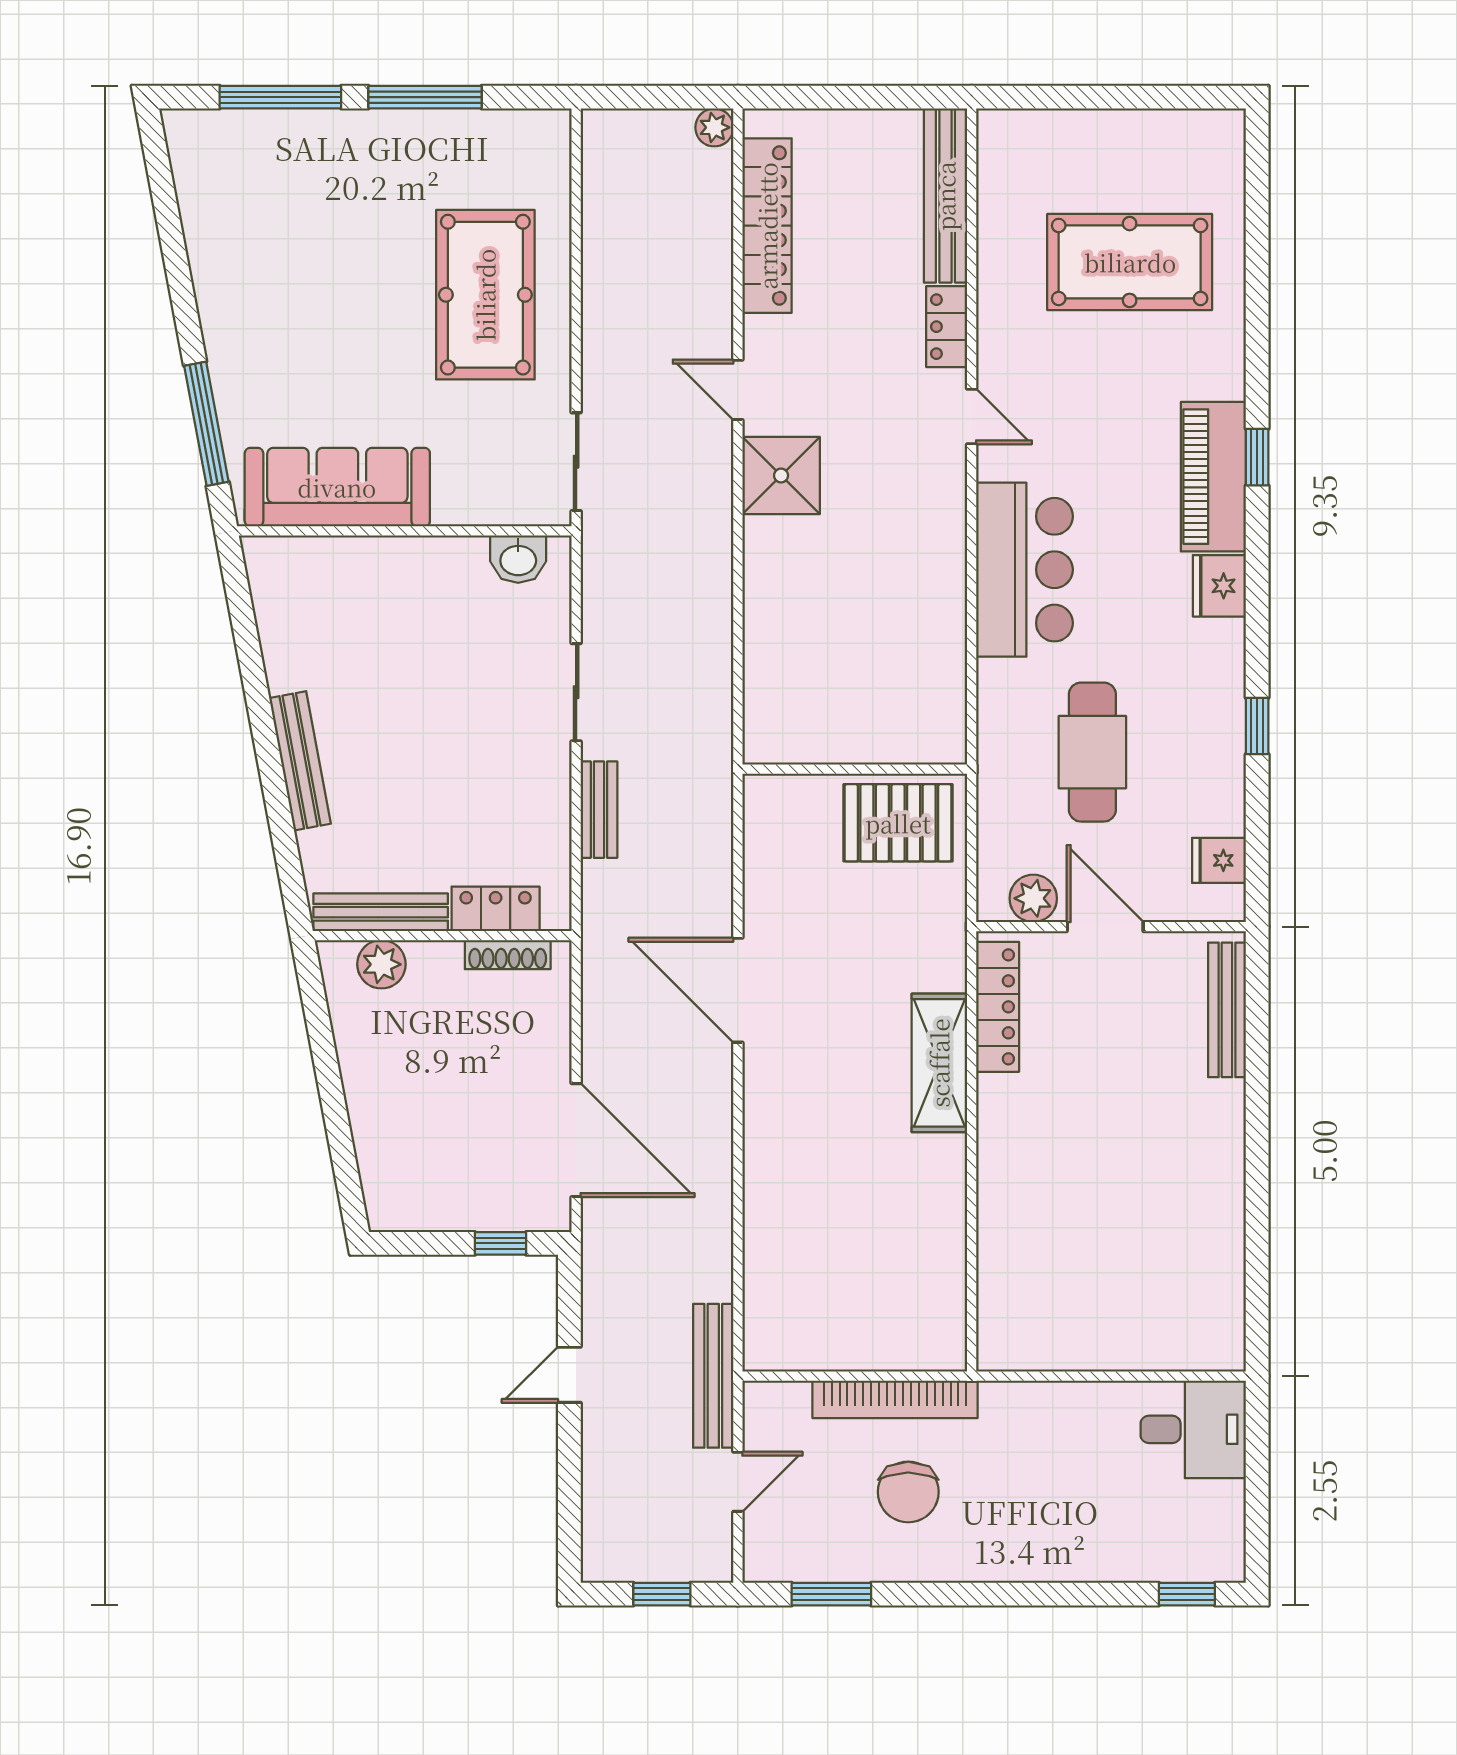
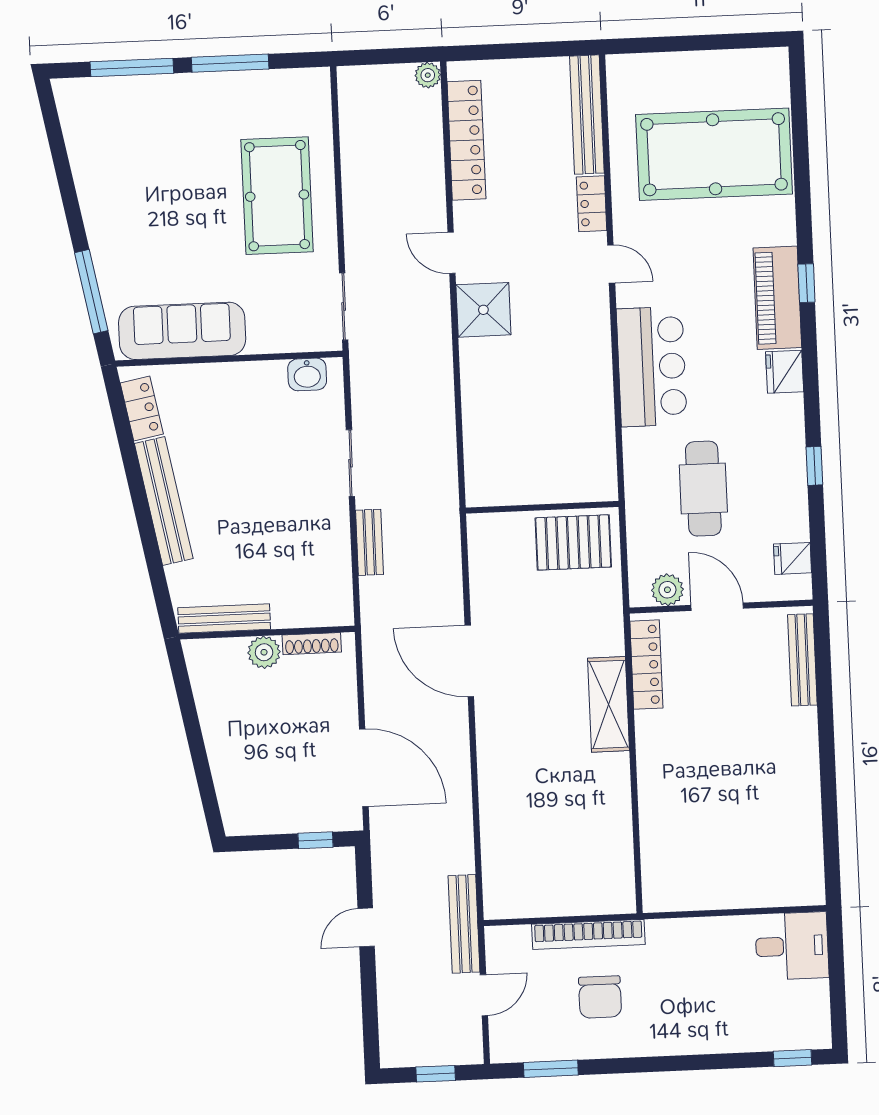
pool table: (1130, 262) -> (714, 154), width x1.36, depth x1.32
bench: (300, 761) -> (164, 501), width x1.37, depth x1.21
locker: (496, 909) -> (142, 409), moved, turned 79
plant: (381, 964) -> (264, 652), moved

